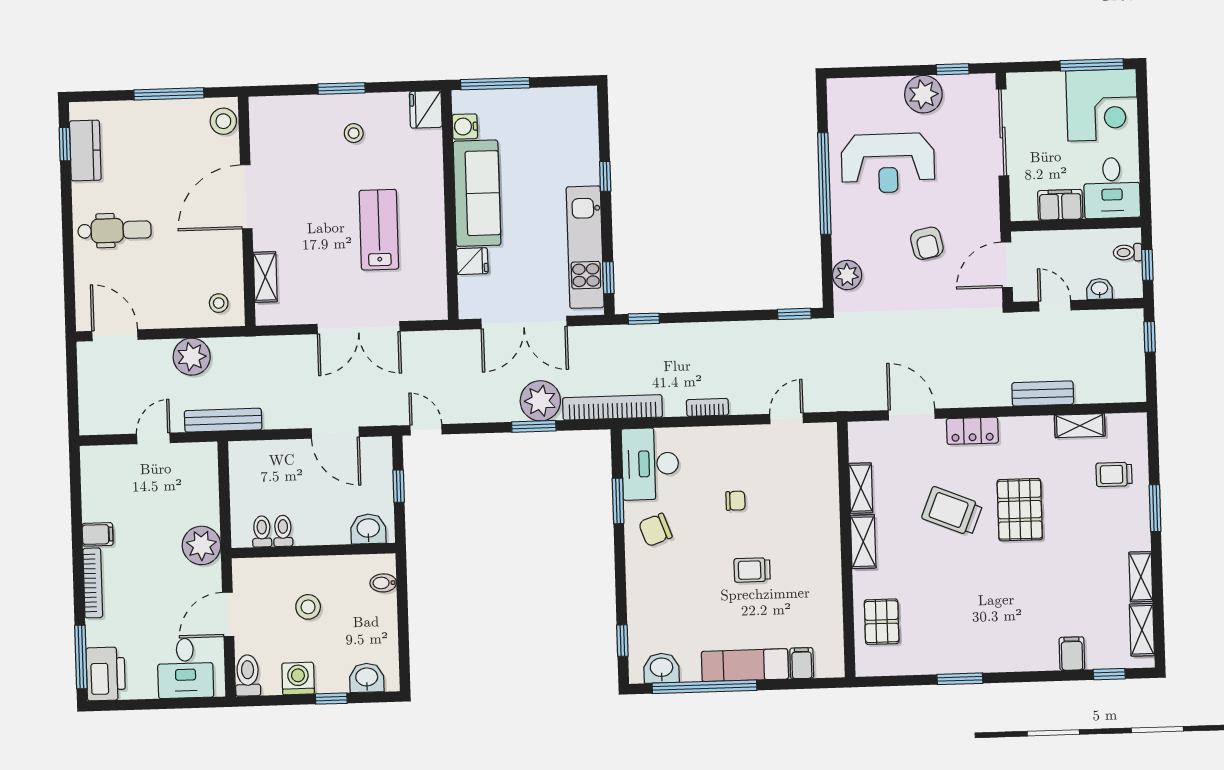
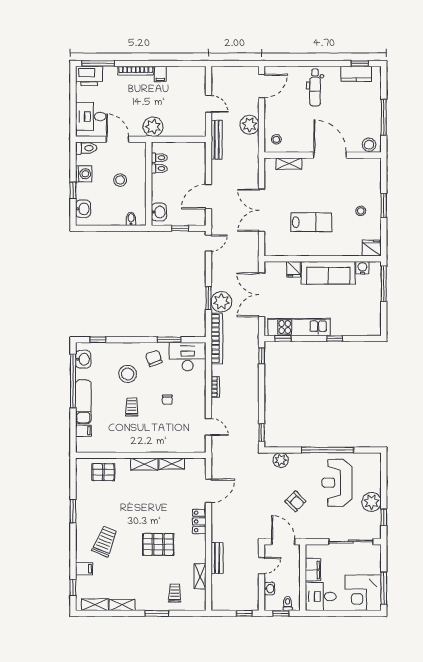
armchair: (927, 243) -> (295, 501), turned -123
trolley: (952, 511) -> (105, 541), moved
stool: (688, 580) -> (128, 374), added

